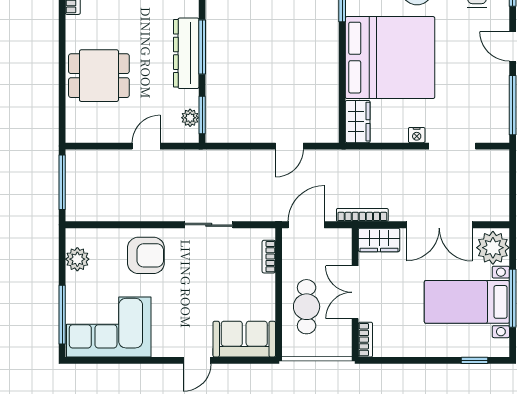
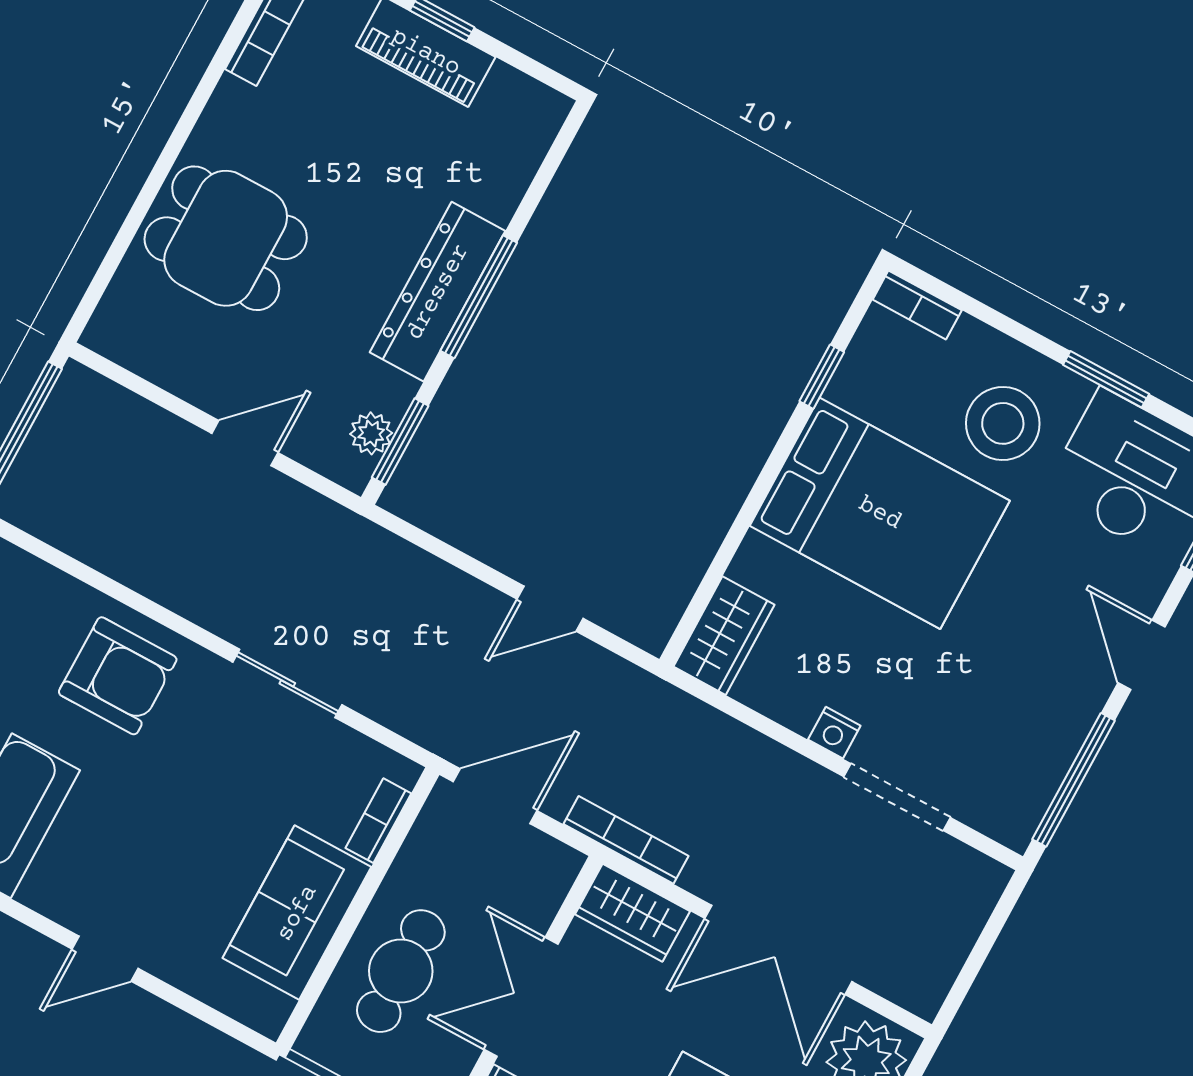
bed: (390, 58) -> (880, 513), width x0.73
sofa: (244, 339) -> (297, 913), moved, turned -90

